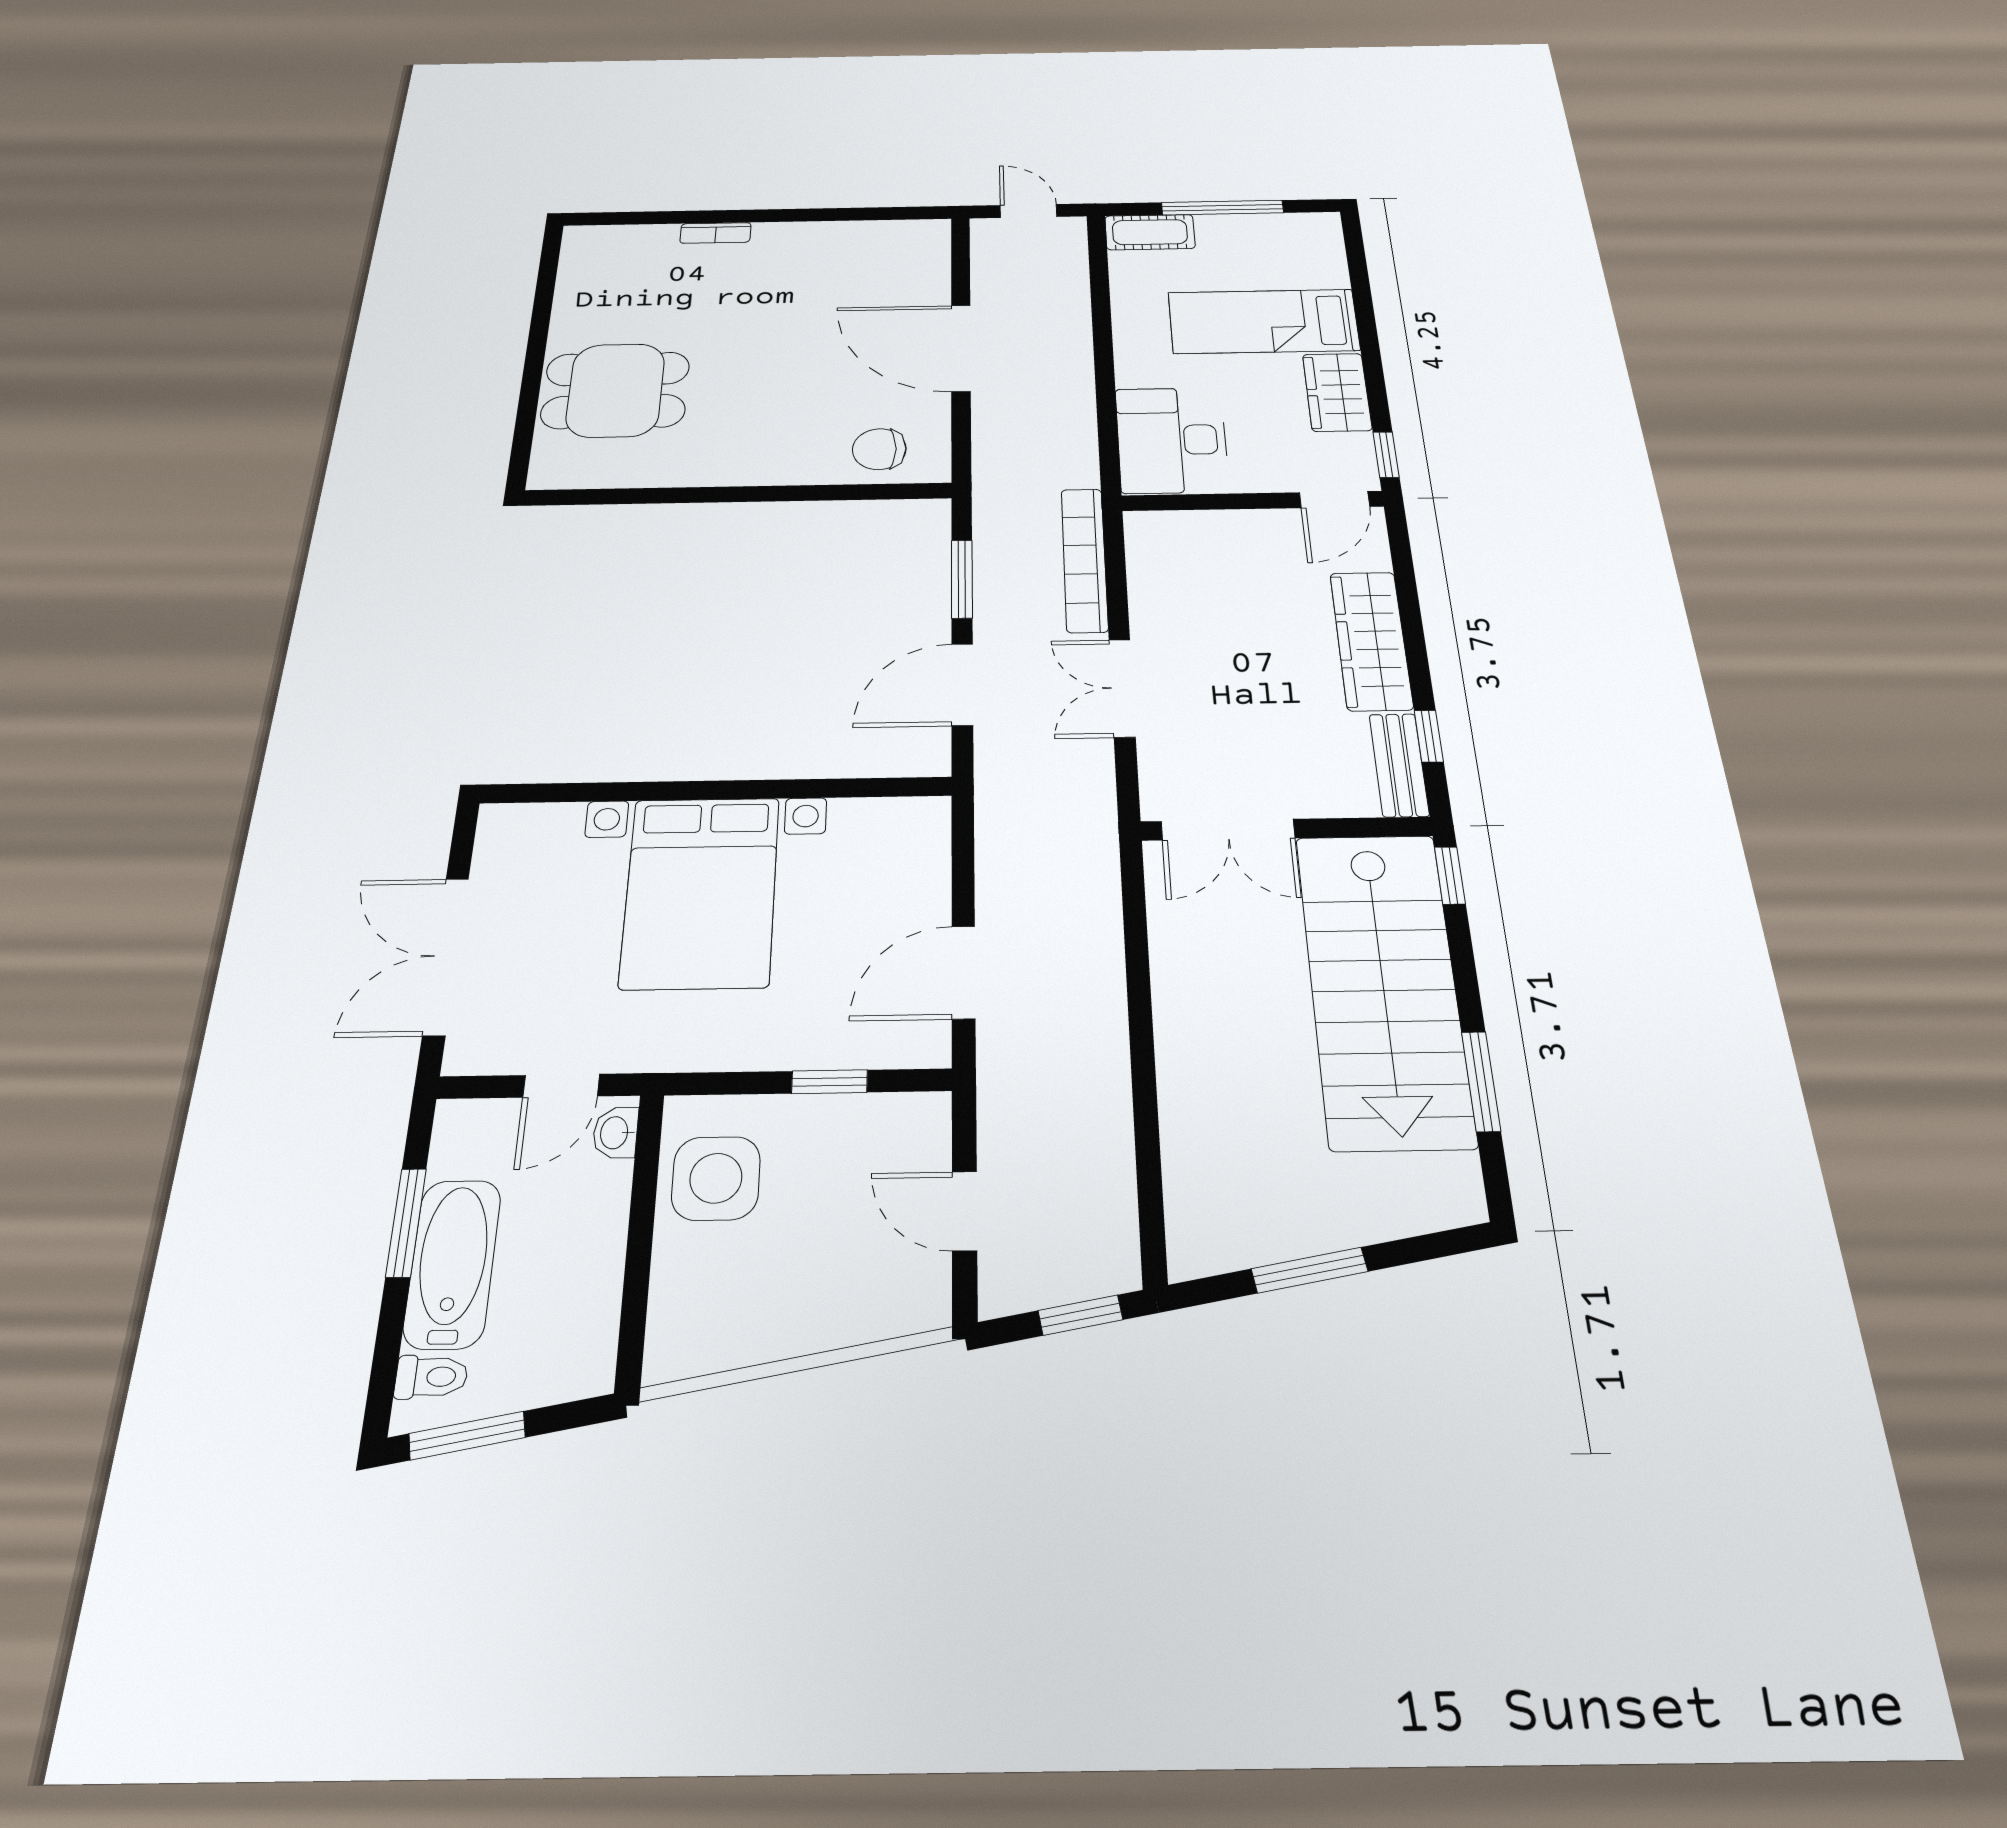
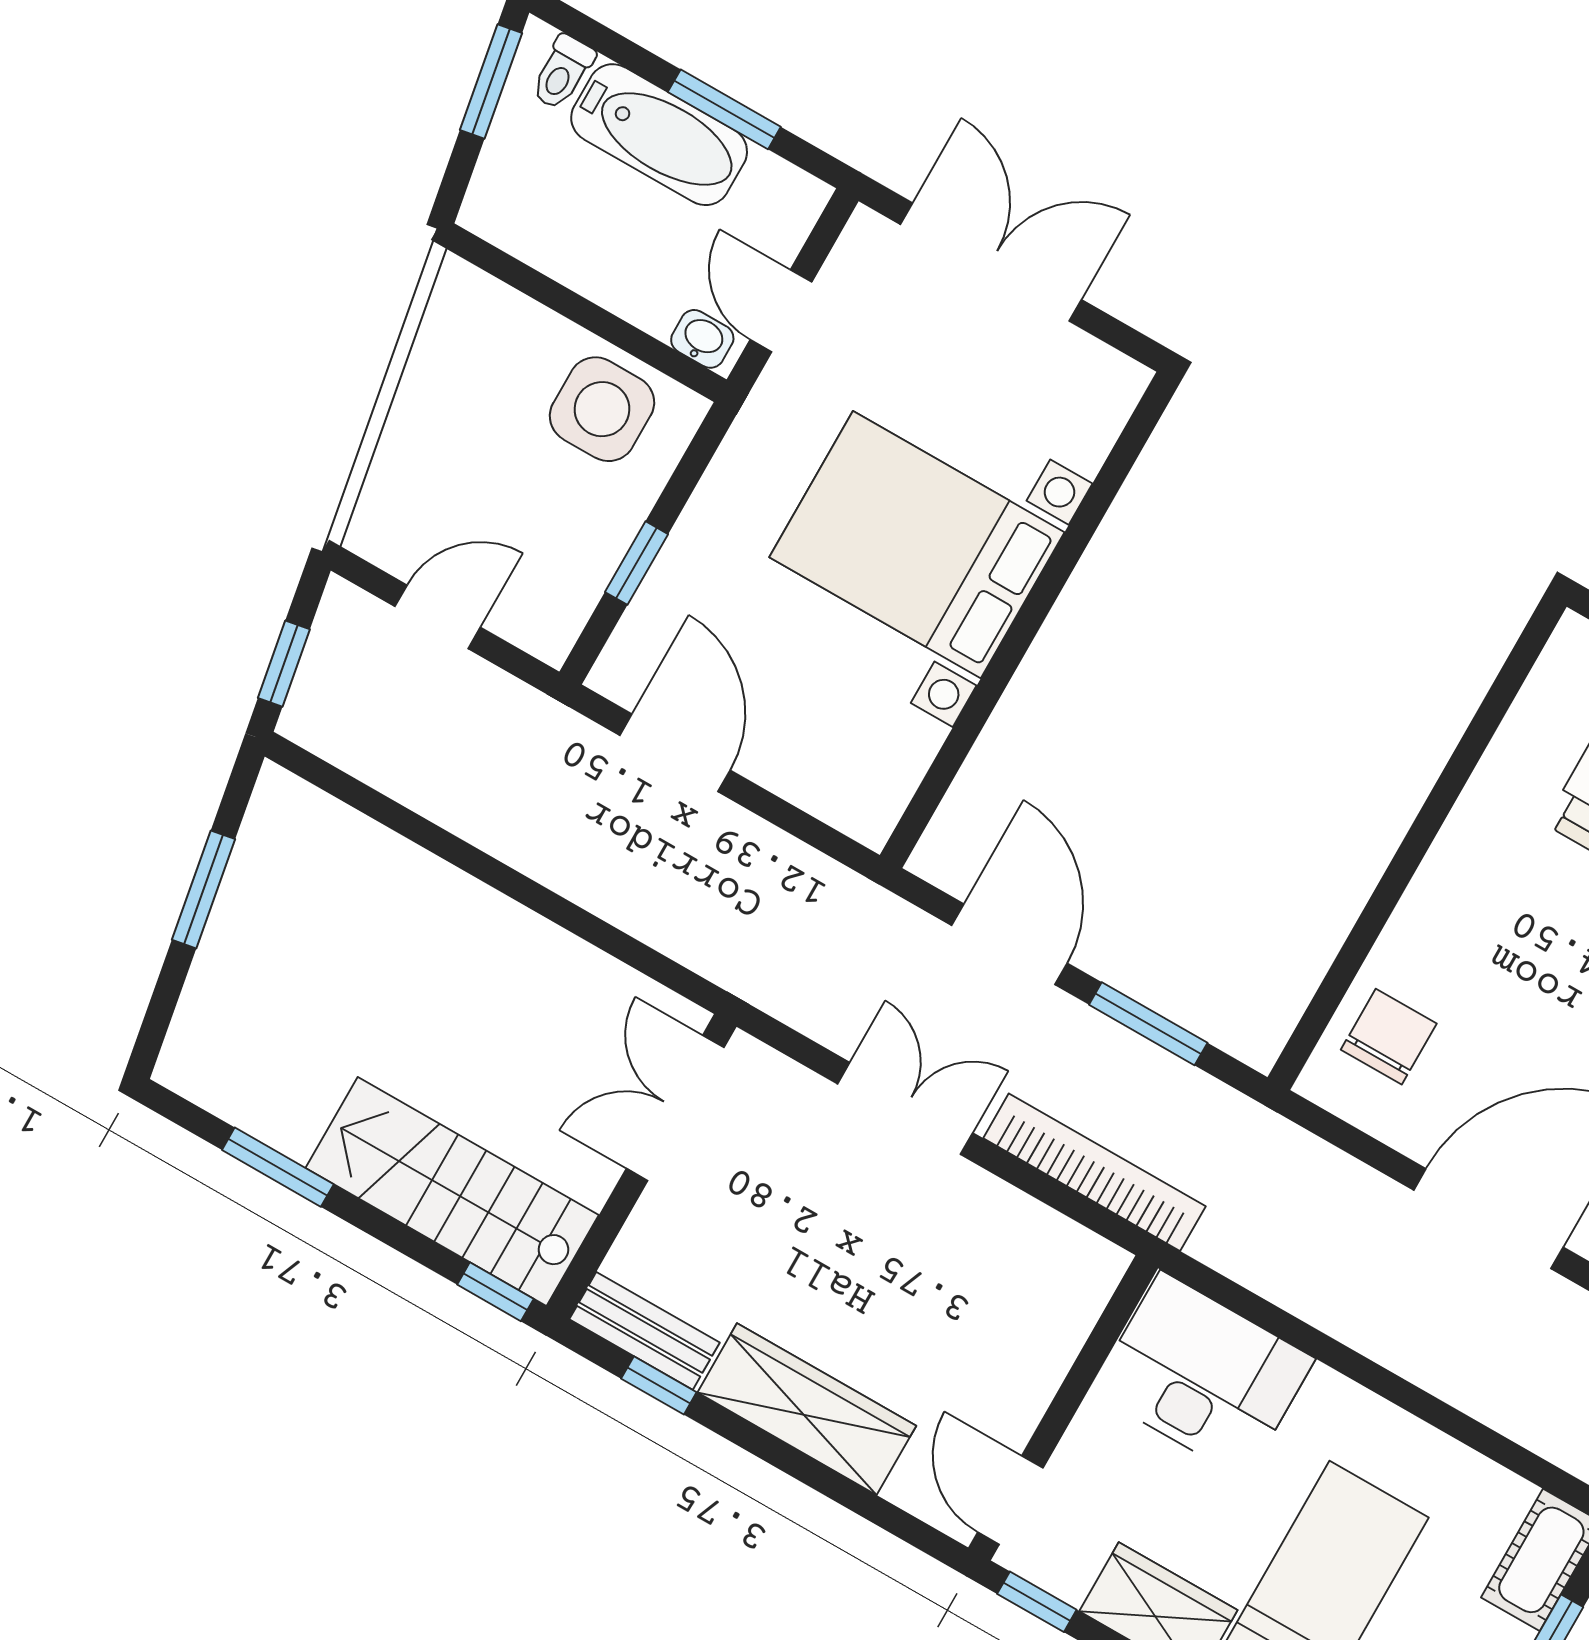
stairs: (1383, 987) -> (452, 1192), width x0.73, depth x0.66

